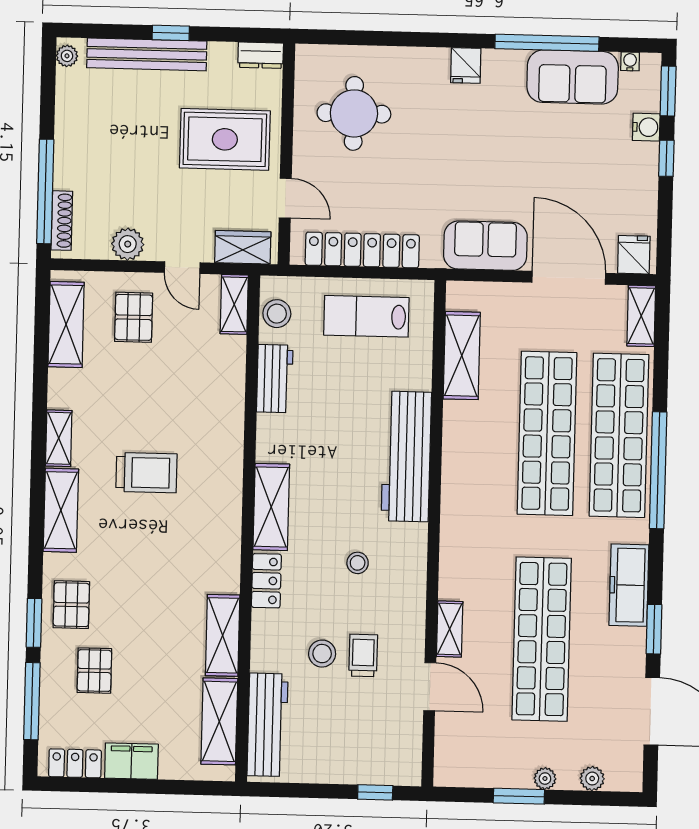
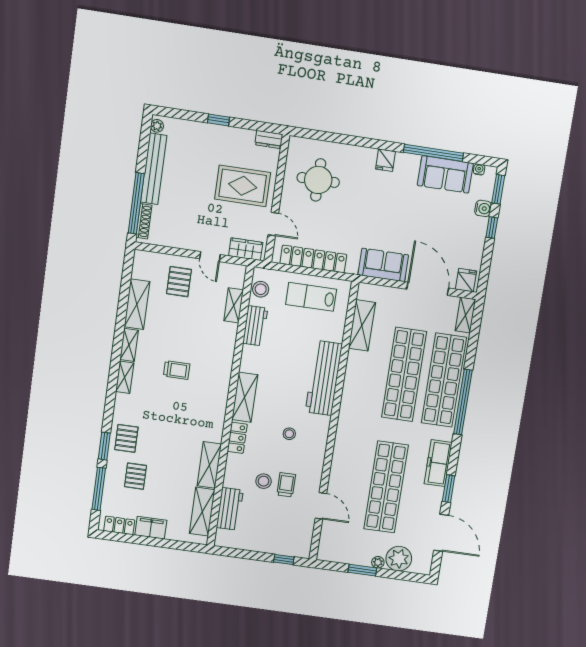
bench: (147, 54) -> (154, 169), moved, turned 90
plant: (128, 244) -> (180, 239), removed
shelving: (234, 304) -> (234, 305), moved
shelving: (66, 324) -> (137, 304), moved
trolley: (146, 473) -> (177, 370), width x0.73, depth x0.72
shelving: (61, 510) -> (125, 377), width x0.67, depth x0.75
shelving: (450, 629) -> (336, 476), removed
workbench: (267, 725) -> (230, 509), width x0.73
plant: (592, 779) -> (399, 559), width x1.88, depth x1.88

